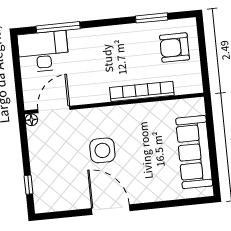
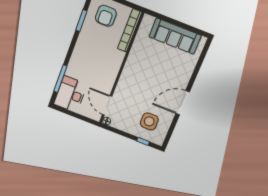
bookcase: (142, 91) -> (130, 30), moved
side table: (102, 150) -> (149, 121), moved

